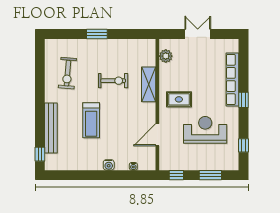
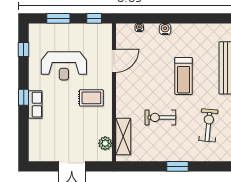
row of seats: (232, 79) -> (35, 105), width x0.50
shelving: (149, 84) -> (123, 137), moved
treadmill: (91, 120) -> (183, 76), turned 180

